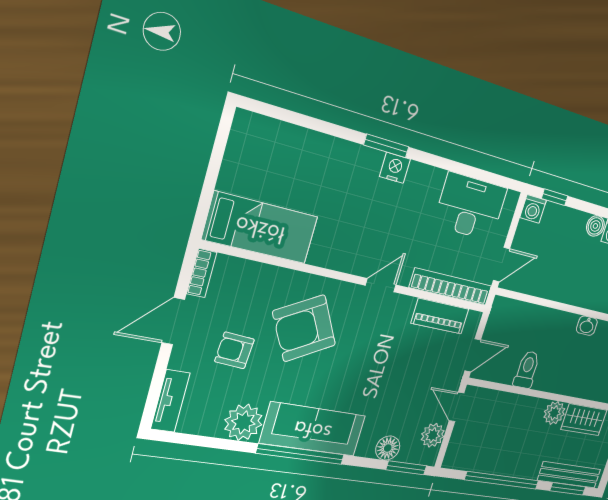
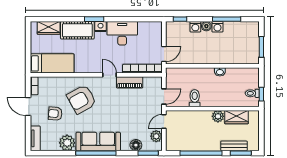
wardrobe: (276, 137) -> (49, 28), added
cot: (342, 162) -> (77, 30), added
desk: (470, 207) -> (122, 33), moved
washing machine: (533, 209) -> (195, 27), moved
door: (381, 285) -> (110, 75), hinge flipped
piano: (440, 316) -> (130, 82), moved
door: (173, 321) -> (28, 106), hinge flipped
door: (456, 407) -> (164, 121), hinge flipped
bench: (569, 475) -> (234, 146), width x0.73

